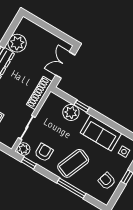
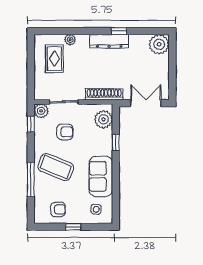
plant: (17, 43) -> (159, 44), moved
plant: (71, 112) -> (103, 119), moved
armchair: (44, 152) -> (65, 132), moved
armchair: (107, 181) -> (58, 209), turned 72

